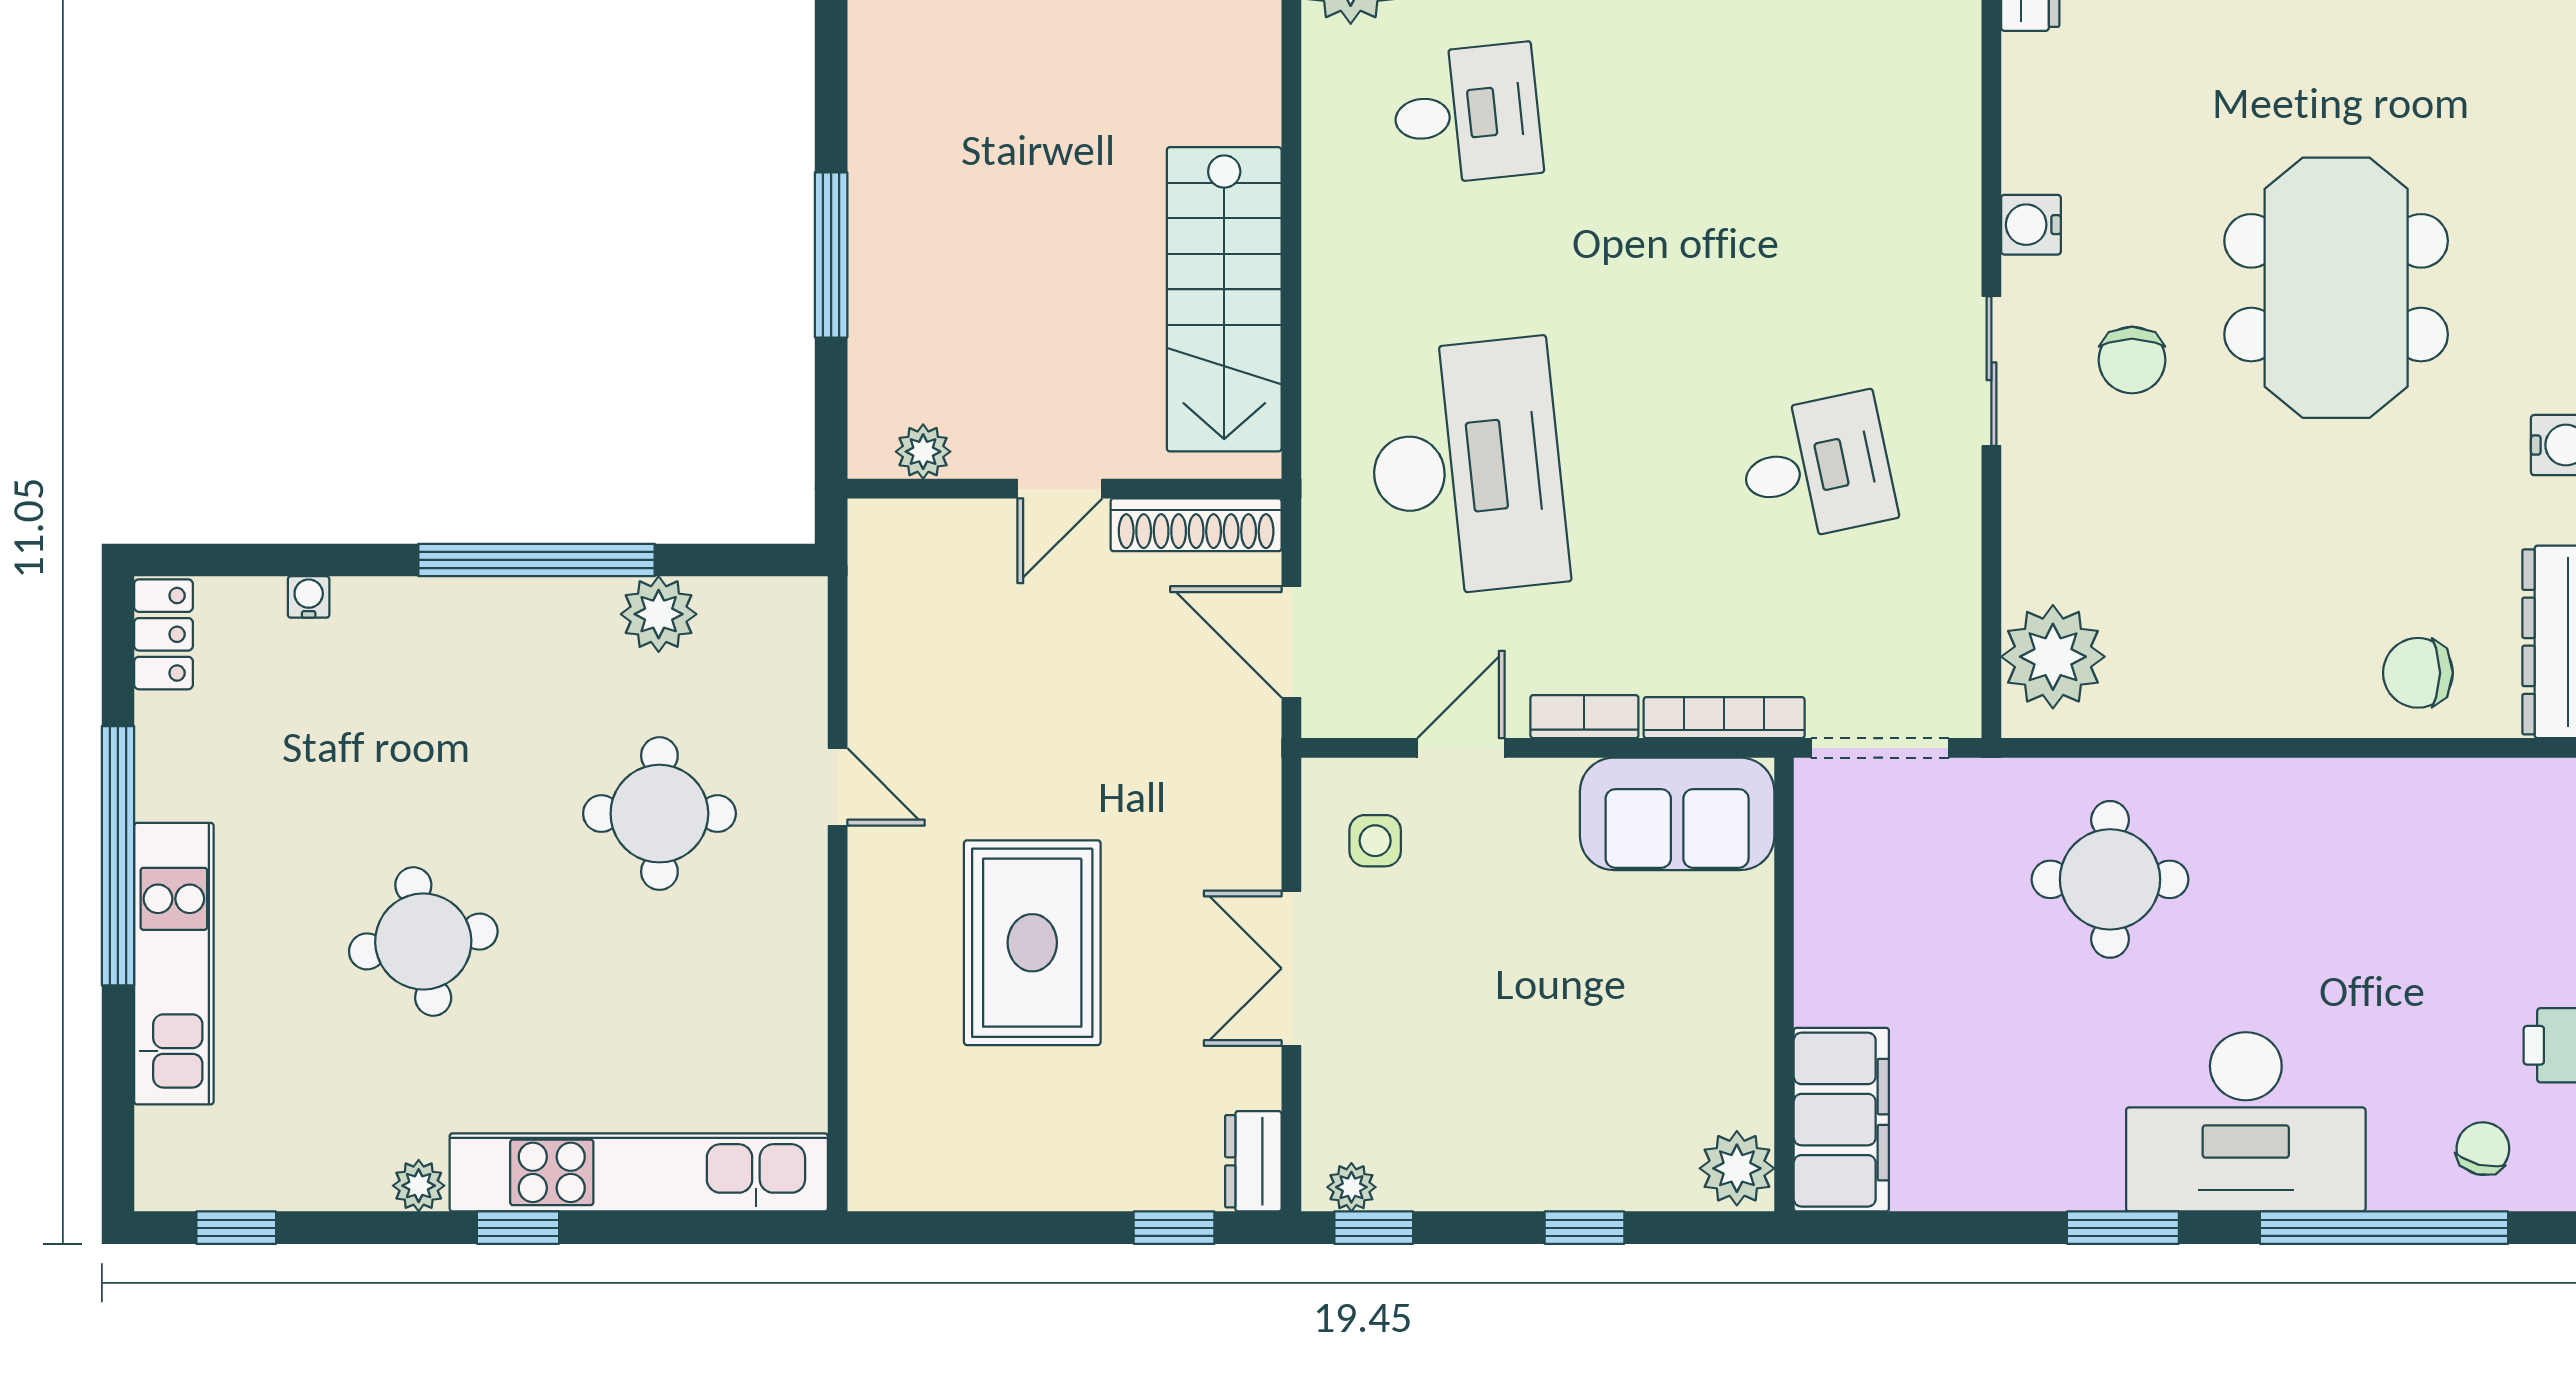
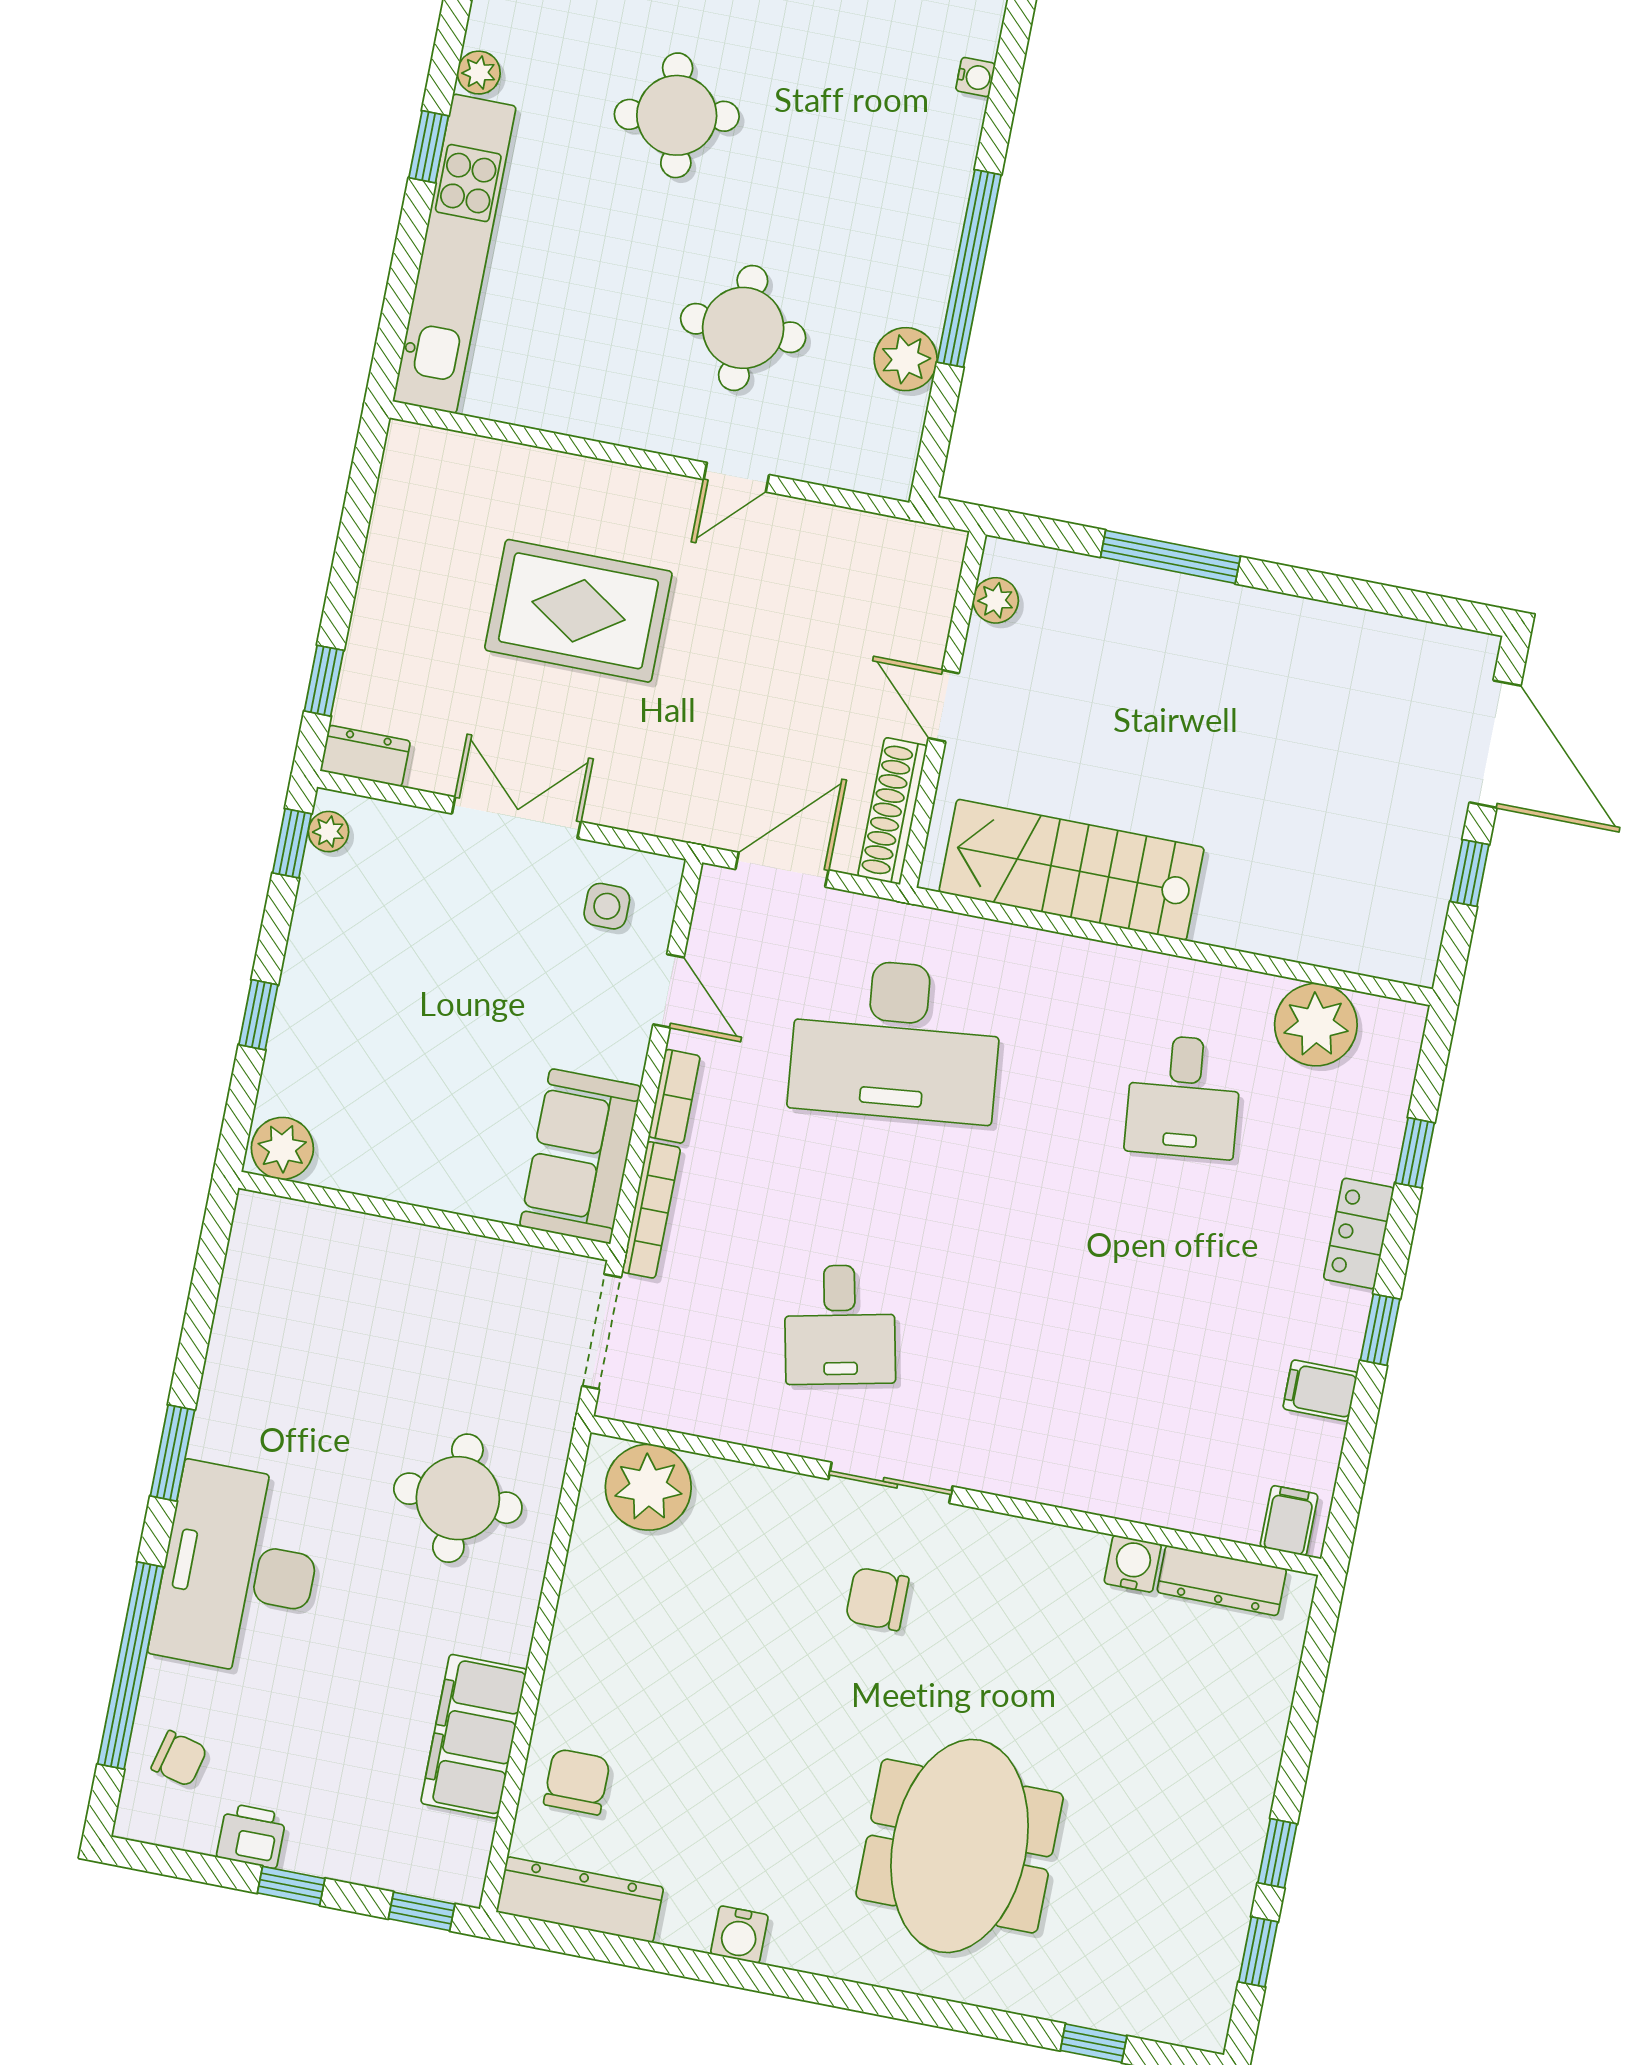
water cooler: (2031, 225) -> (1133, 1564), moved
meeting table: (2336, 288) -> (960, 1846), moved, turned 90
filing cabinet: (1841, 1120) -> (474, 1736), moved, turned 90

